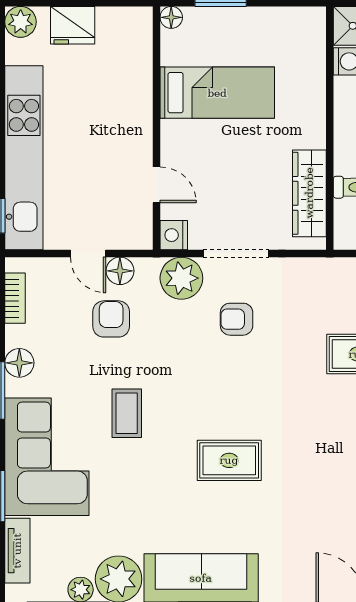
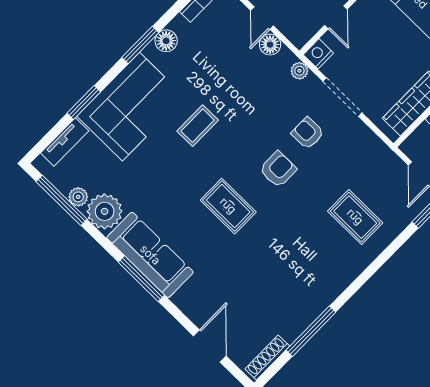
plant: (181, 278) -> (299, 71), width x0.53, depth x0.53
armchair: (111, 319) -> (278, 169), moved

